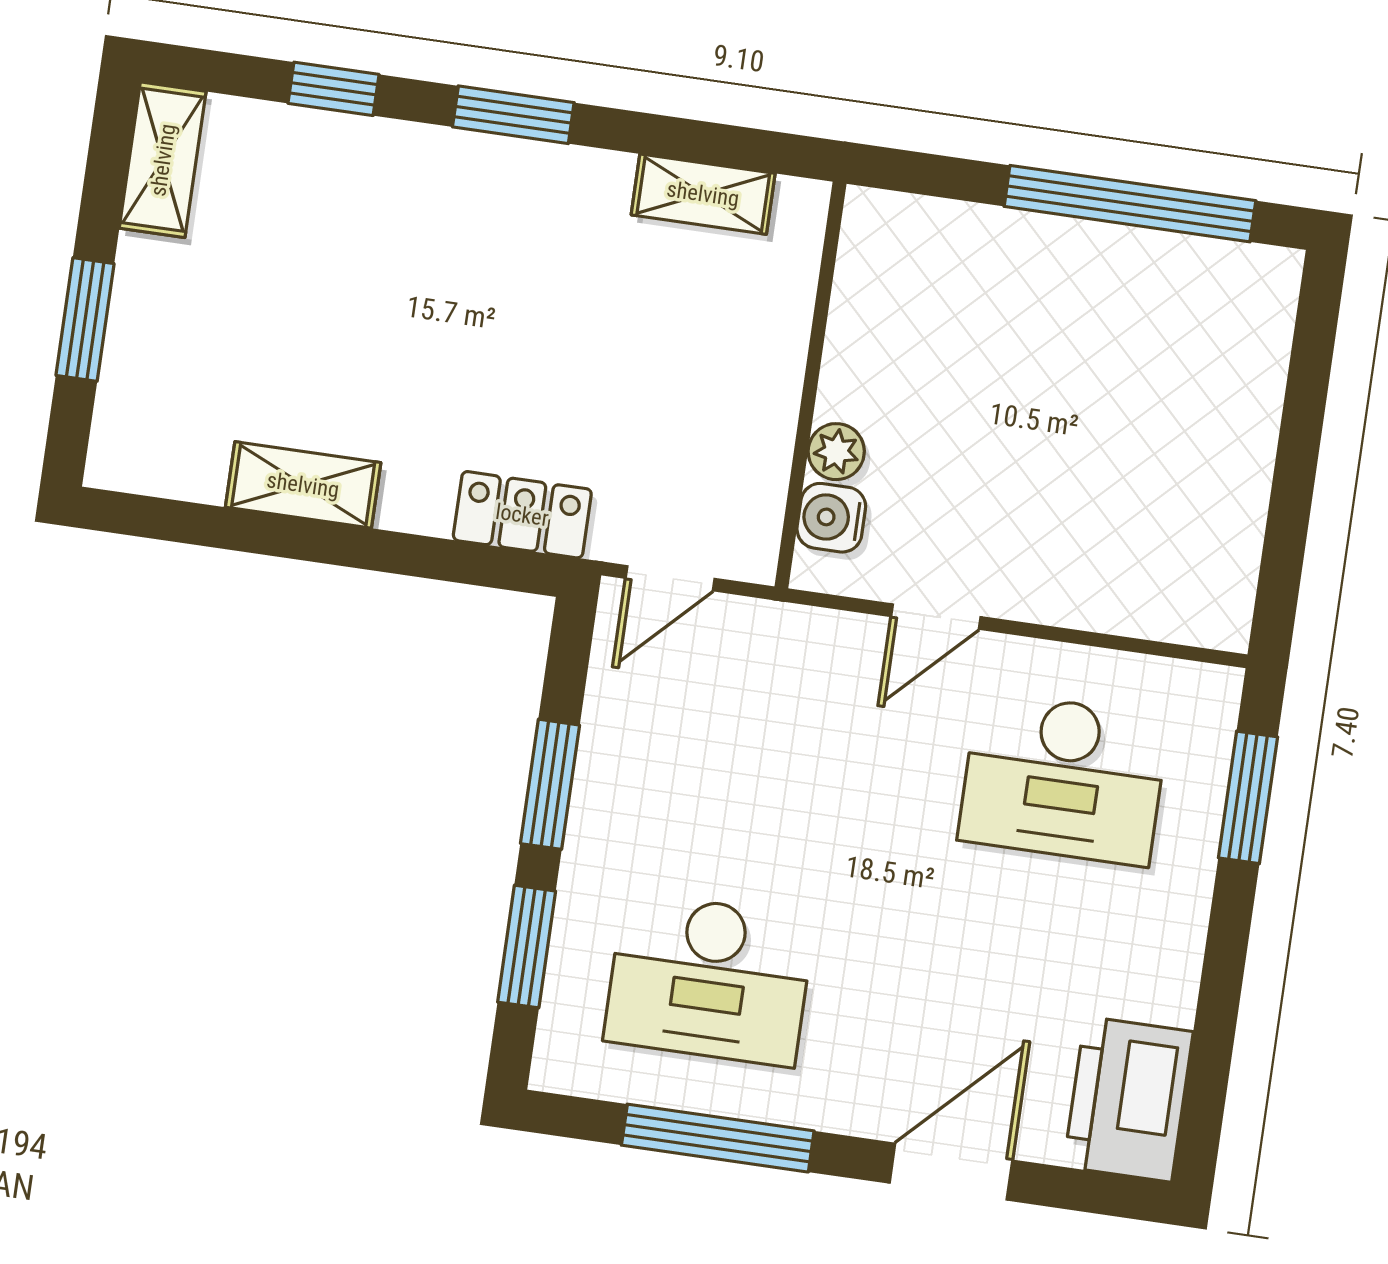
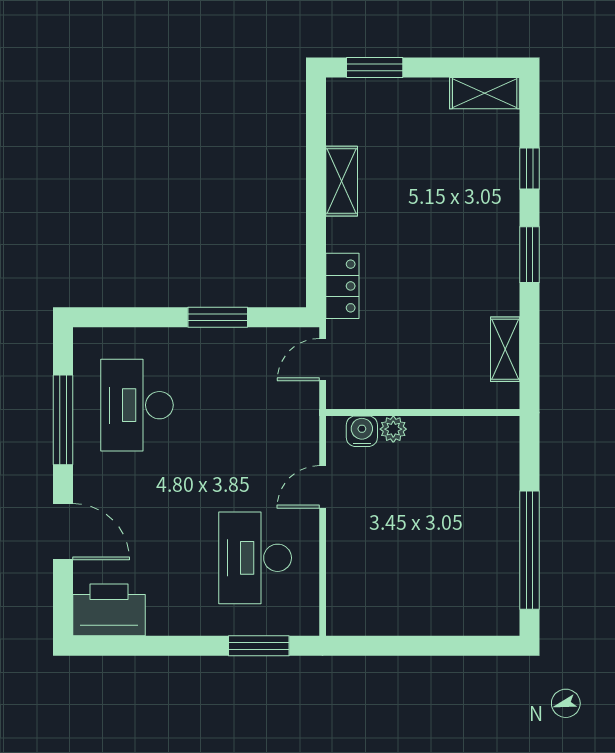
window: (85, 319) -> (375, 68), moved
door: (670, 578) -> (323, 360), hinge flipped
door: (936, 617) -> (323, 487), hinge flipped
window: (527, 947) -> (140, 317), removed

